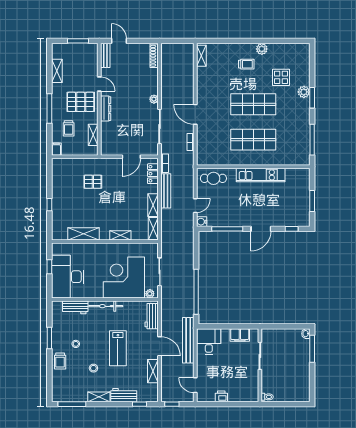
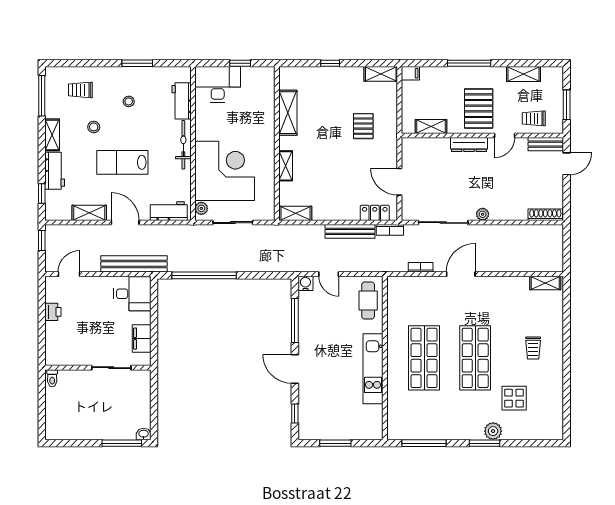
plant: (262, 49) -> (555, 370), removed
trolley: (69, 128) -> (534, 118), moved
shelving: (153, 205) -> (381, 74), moved
desk: (68, 277) -> (218, 84), width x0.73, depth x0.77
door: (160, 346) -> (125, 223), swing flipped
trolley: (60, 361) -> (80, 90), moved

